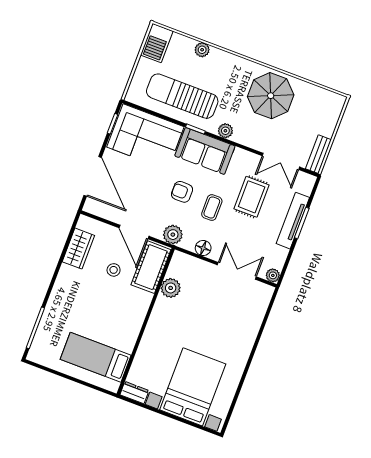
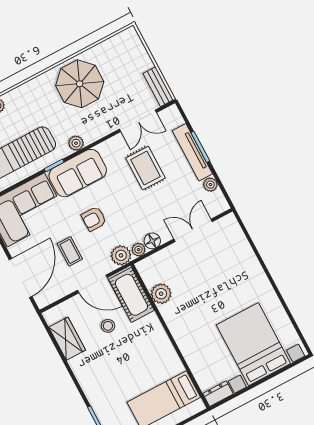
door: (93, 176) -> (21, 278), hinge flipped
coffee table: (212, 207) -> (70, 251), moved
plant: (188, 244) -> (139, 250), added
plant: (273, 275) -> (210, 185), moved

